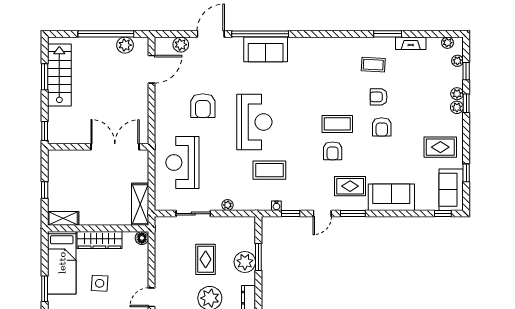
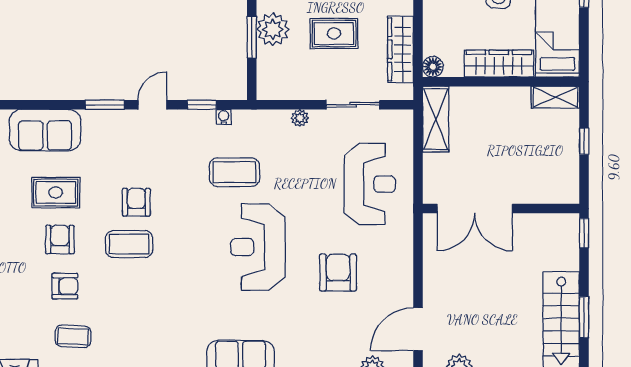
rug: (350, 186) -> (56, 193), moved
wardrobe: (163, 249) -> (400, 49), added
rug: (206, 259) -> (334, 34), turned 90

